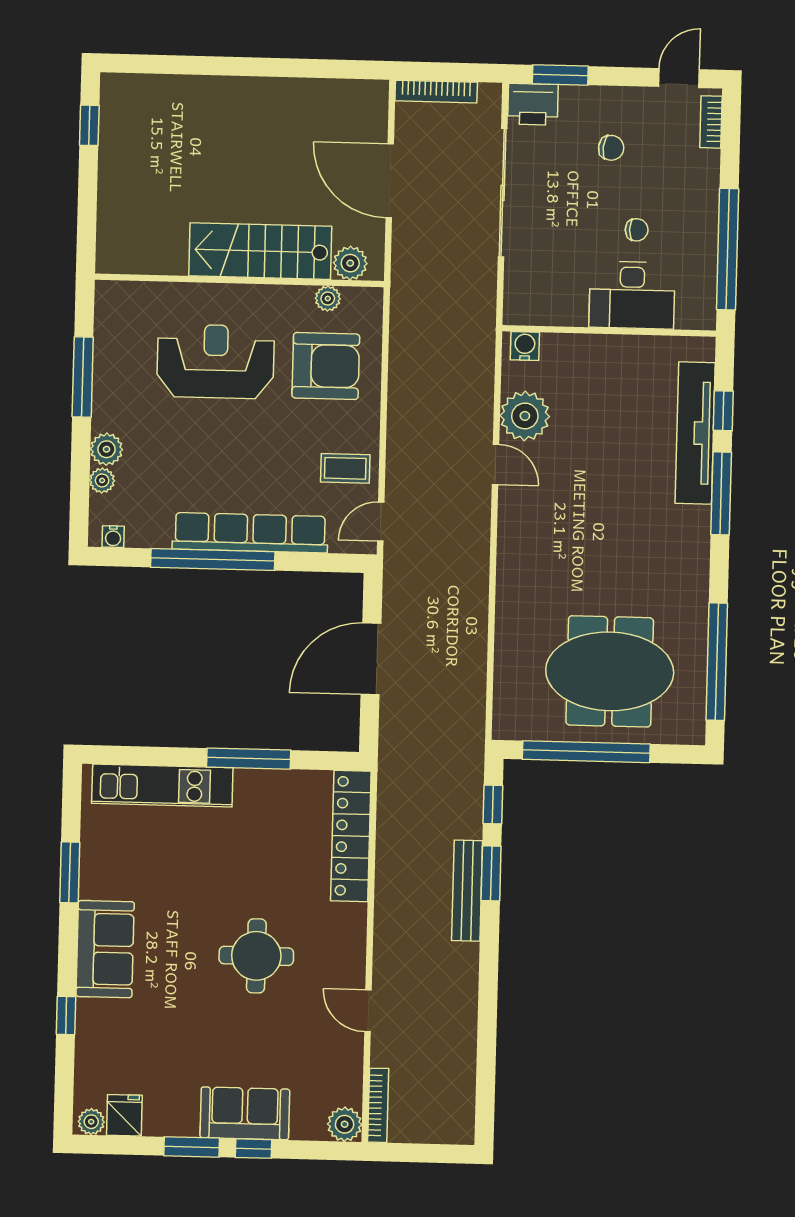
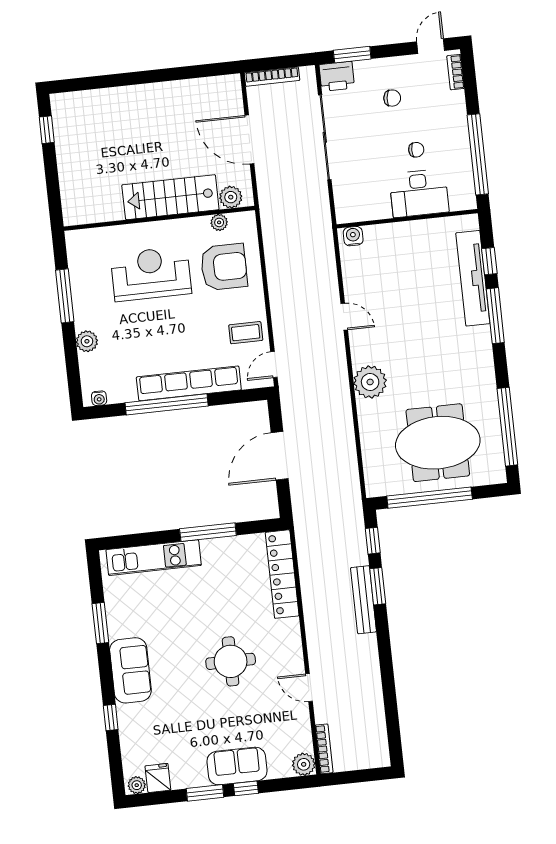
plant: (525, 416) -> (370, 382), moved
plant: (102, 480) -> (87, 362), removed

